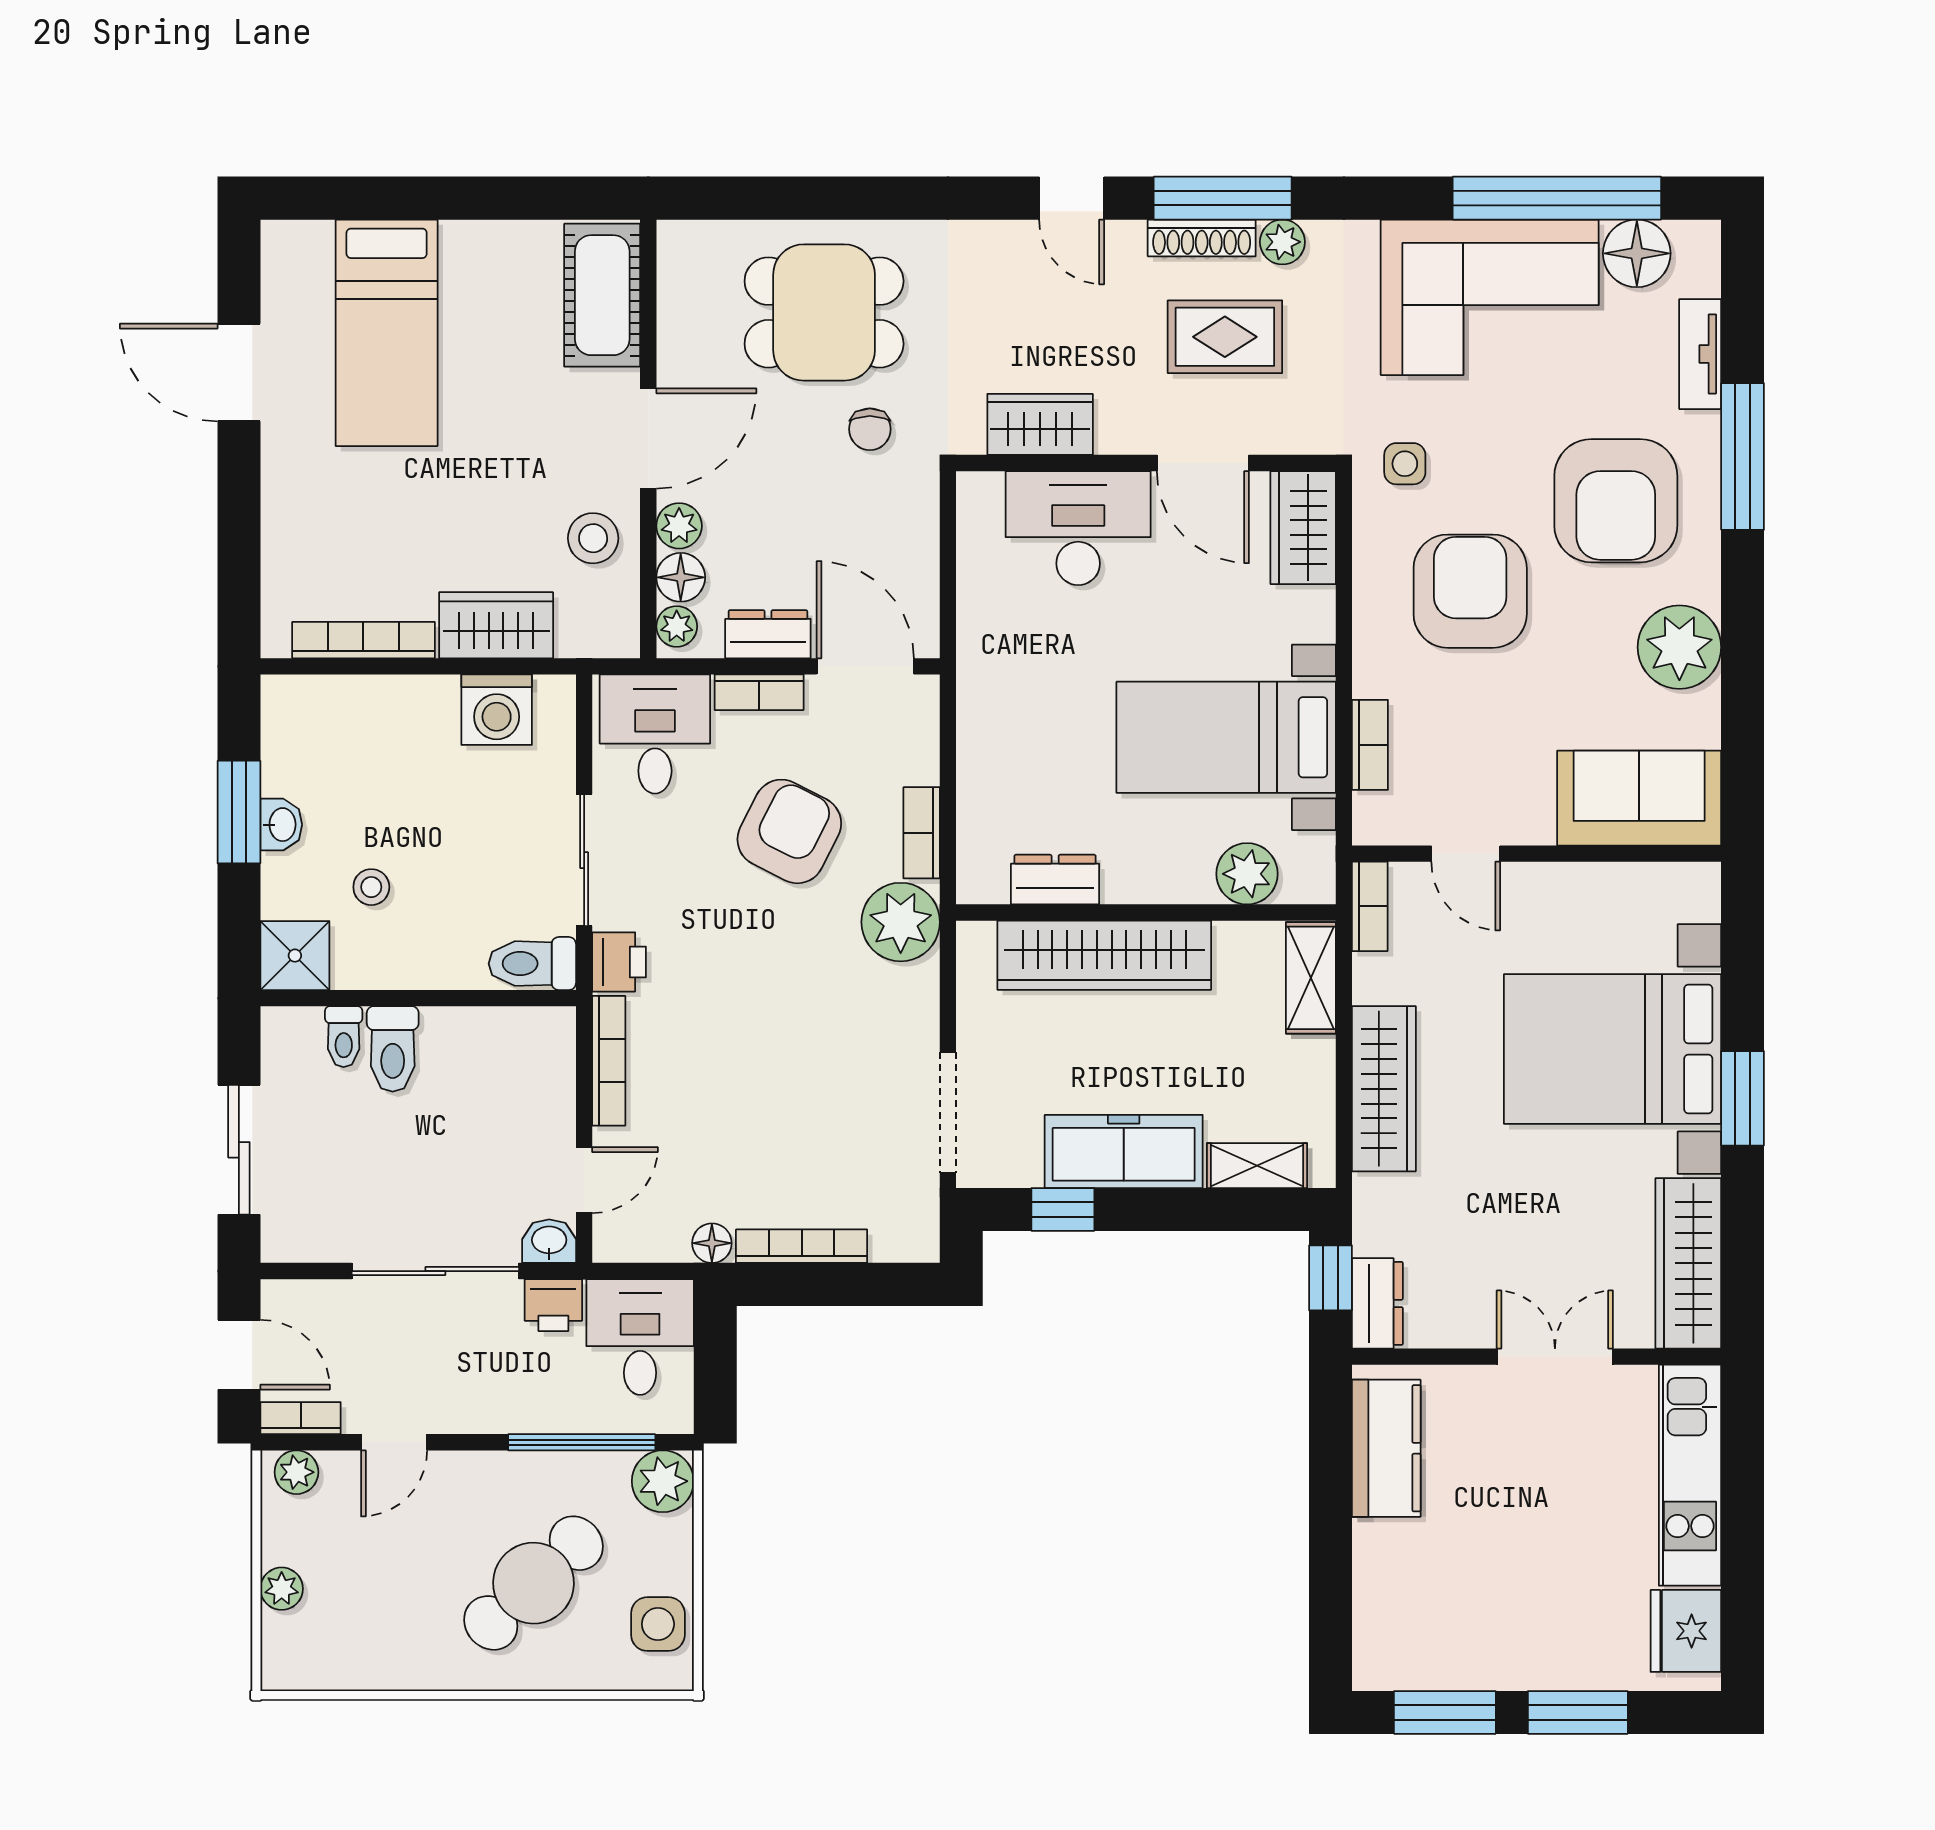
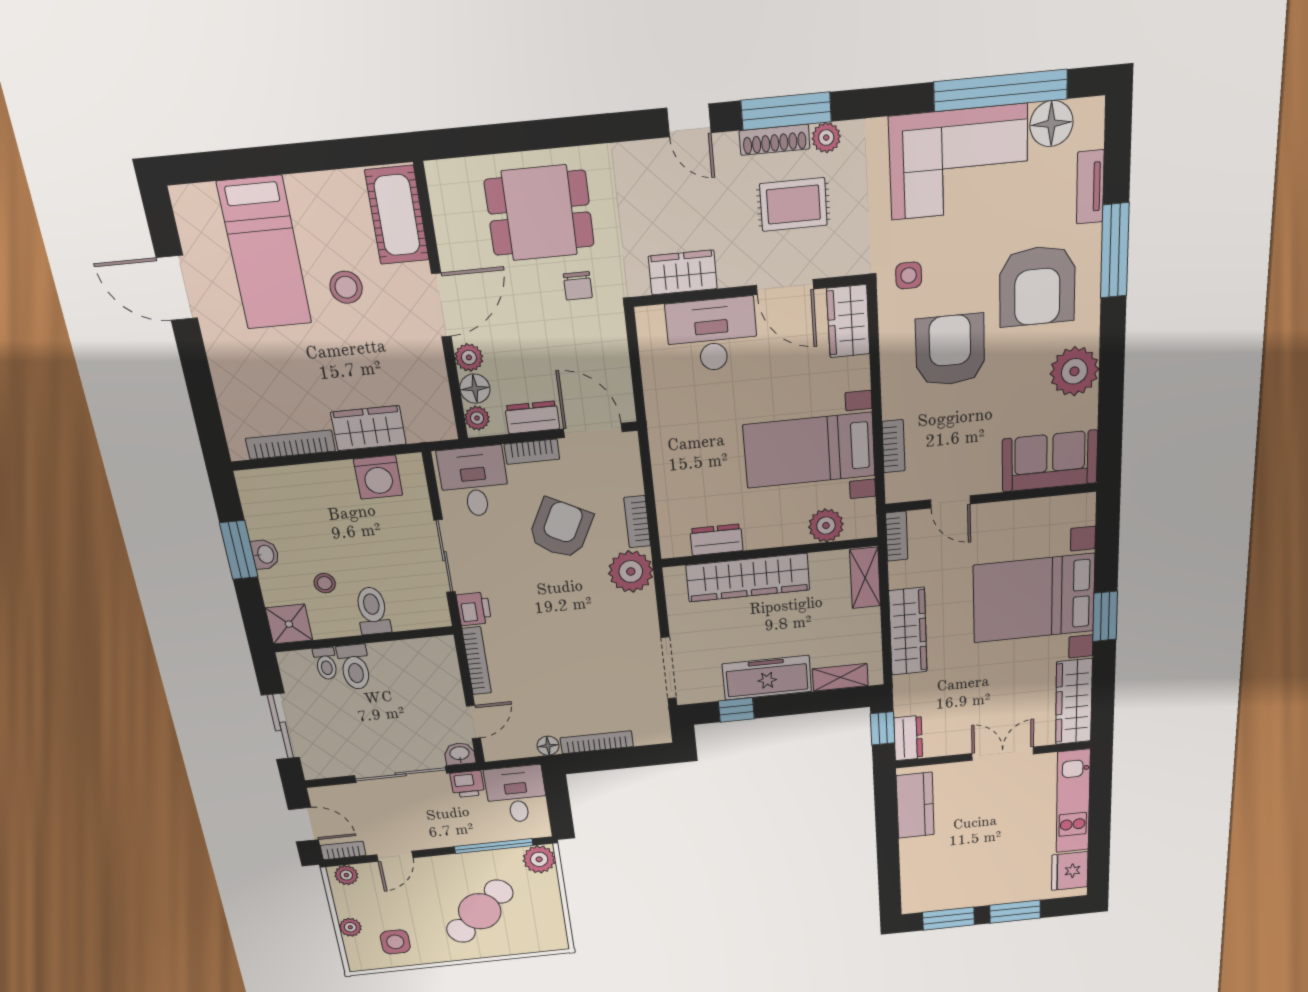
stool: (593, 538) -> (346, 287), moved
toilet: (532, 964) -> (373, 611), moved, turned 90
side table: (658, 1624) -> (395, 942), moved

